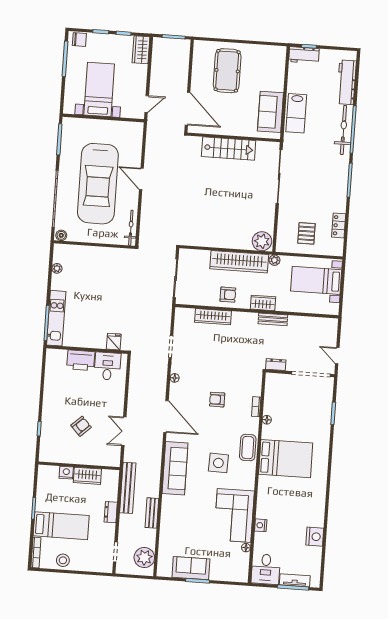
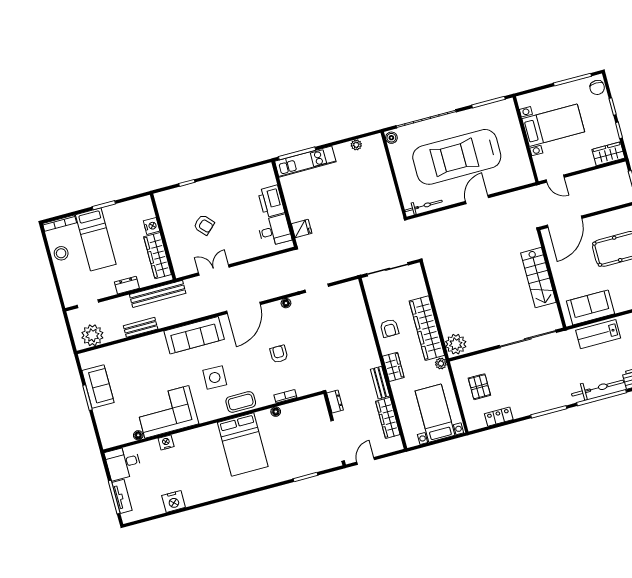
pallet: (306, 233) -> (479, 387), turned 90
wardrobe: (213, 317) -> (388, 418), moved
wardrobe: (87, 476) -> (158, 256), width x1.50

